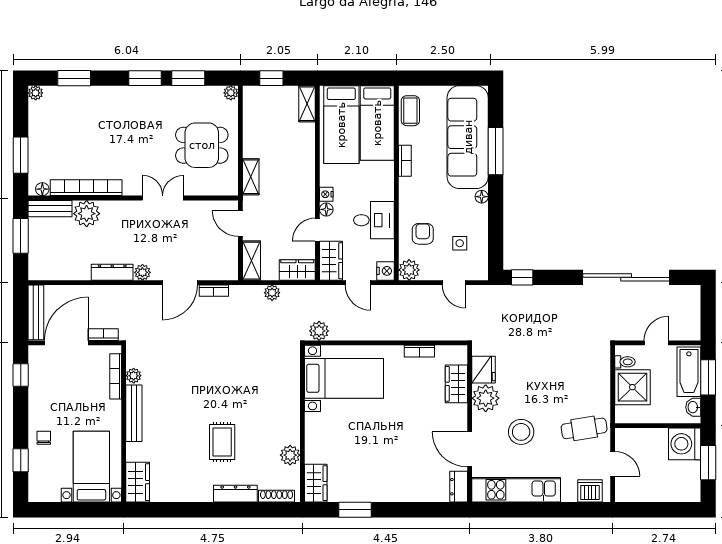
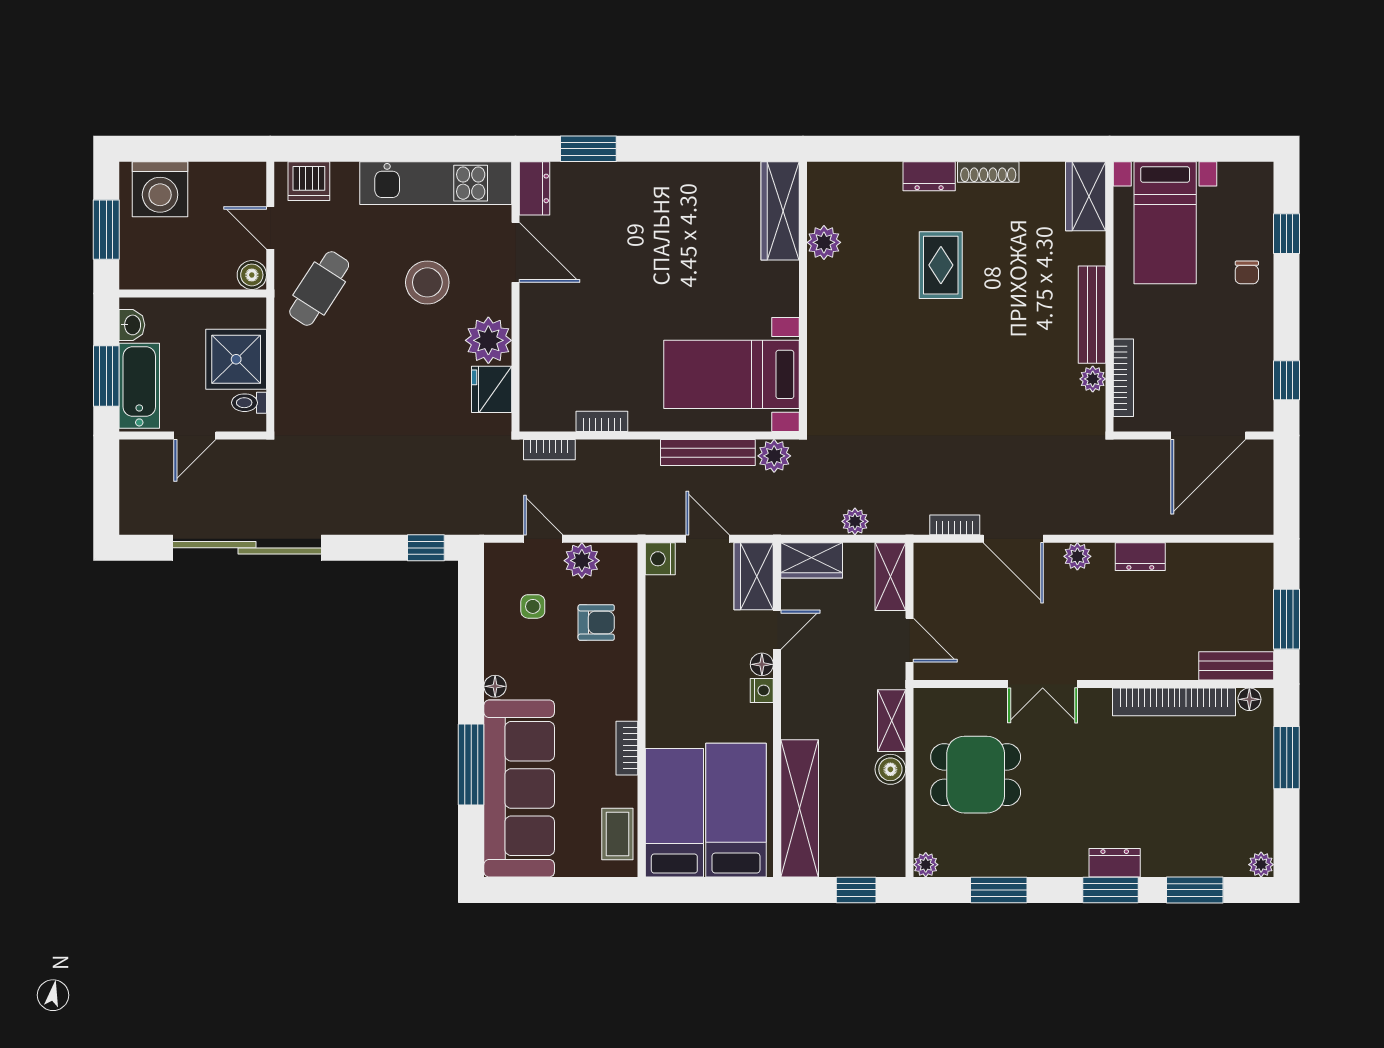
window: (145, 78) -> (1110, 890), moved
dresser: (121, 94) -> (1115, 863), added
shelving: (307, 104) -> (800, 808), width x2.20, depth x1.33
boiler: (251, 148) -> (890, 769), added
plant: (87, 214) -> (1173, 657), removed
desk: (374, 220) -> (680, 646), removed
armchair: (423, 234) -> (596, 622), turned -90
plant: (409, 270) -> (582, 561), moved
dresser: (112, 272) -> (1140, 557), width x0.70
door: (180, 283) -> (1013, 539), swing flipped
bench: (36, 312) -> (708, 453), moved, turned 90
bookcase: (103, 335) -> (549, 450), moved
wardrobe: (456, 384) -> (538, 365), removed
cafe table: (584, 428) -> (319, 288), turned -48
boiler: (623, 436) -> (252, 275), added
washing machine: (685, 444) -> (160, 189), moved, turned 90
wardrobe: (316, 483) -> (780, 211), width x1.50
dresser: (235, 494) -> (929, 176), width x0.70
shoe rack: (277, 496) -> (988, 172), moved
window: (355, 510) -> (588, 149), moved

